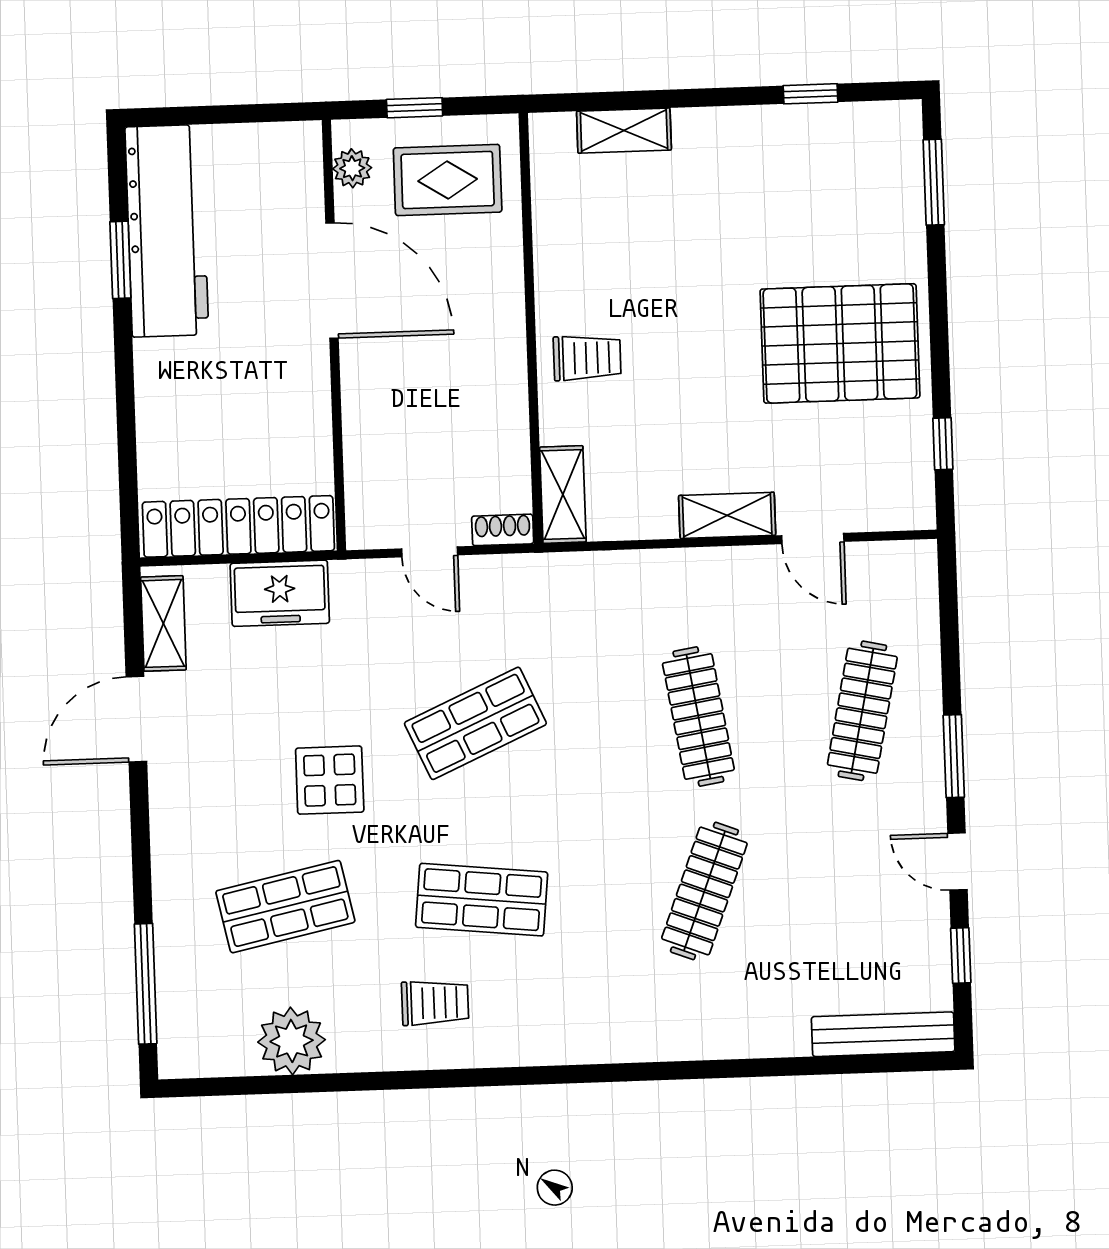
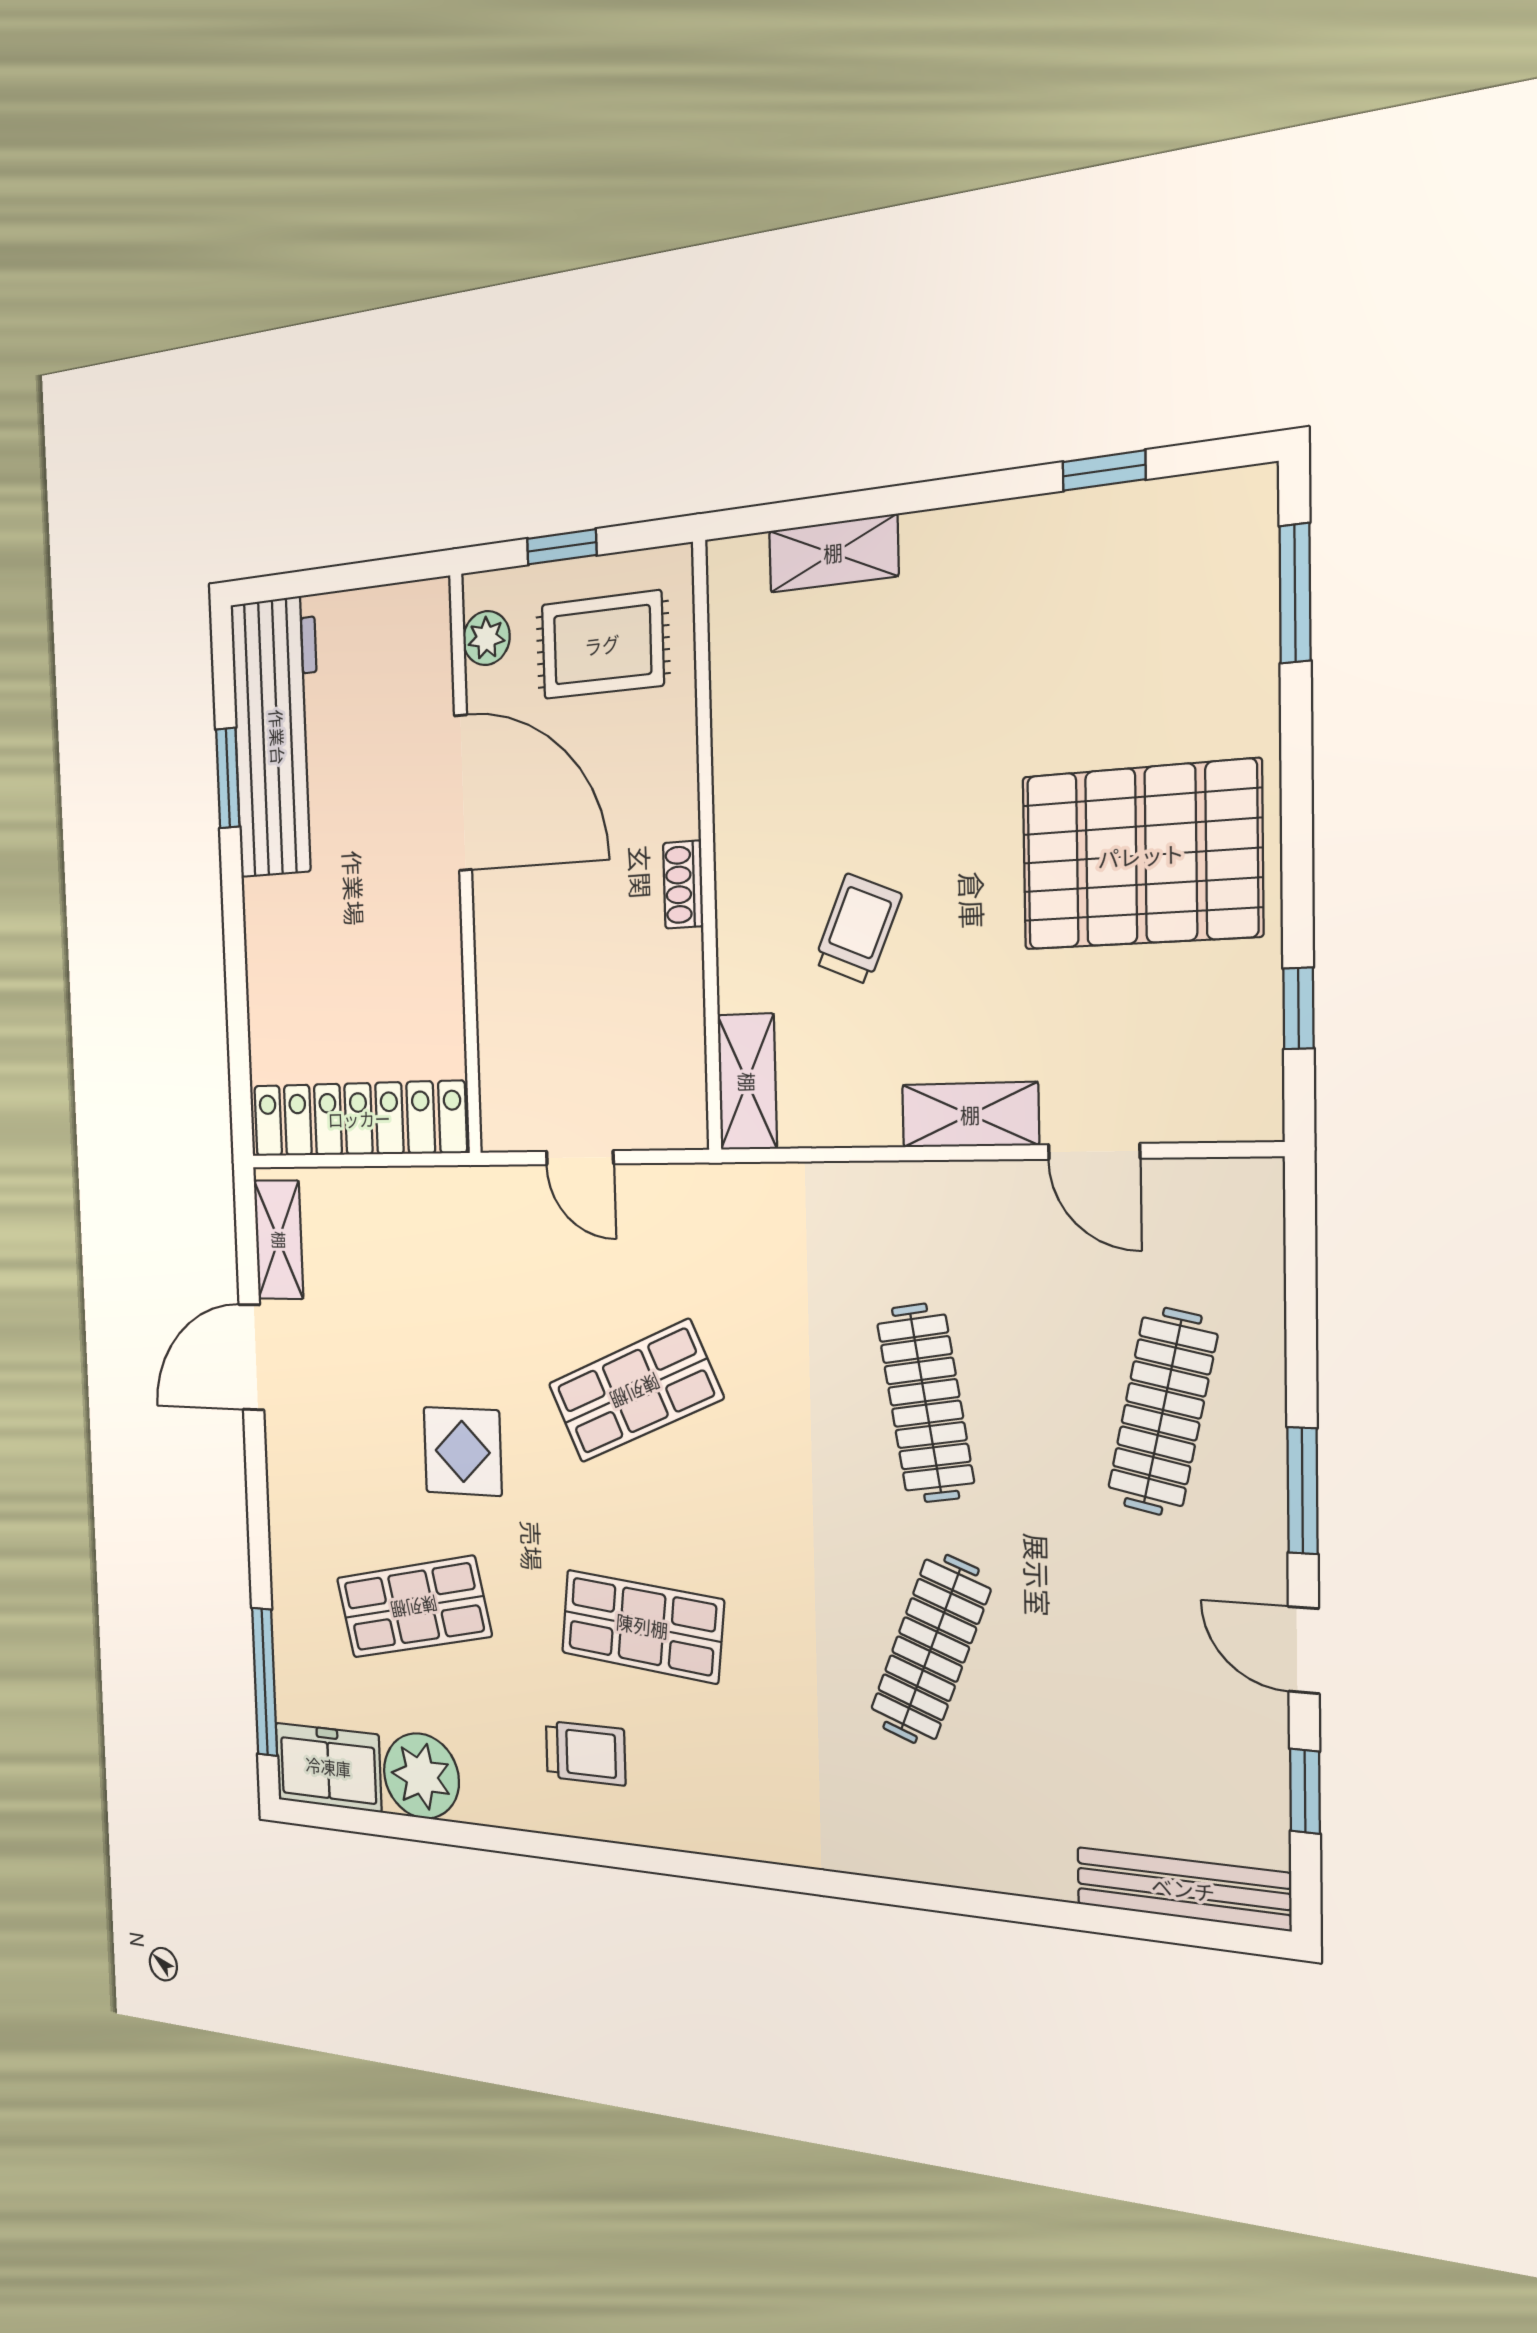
trolley: (587, 358) -> (858, 929), moved, turned -67
shoe rack: (503, 530) -> (683, 885), moved, turned -90
freezer: (280, 593) -> (328, 1767), moved, turned 180

